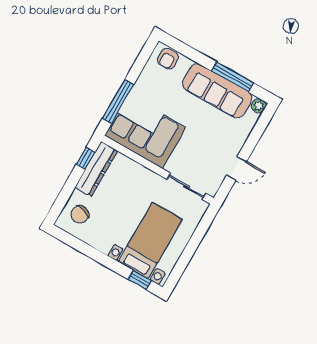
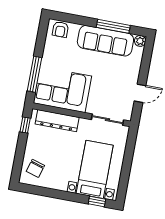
dresser: (96, 169) -> (57, 121), moved, turned 90

